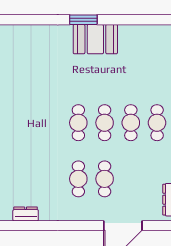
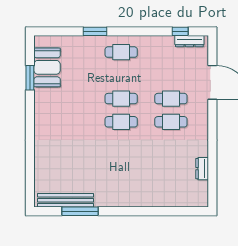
window: (83, 20) -> (30, 78), moved
booth: (95, 39) -> (47, 67), moved
cafe table: (131, 123) -> (121, 75), removed

